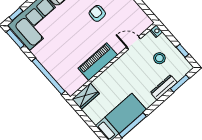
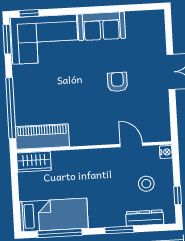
piano: (98, 62) -> (42, 137), moved
window: (180, 84) -> (119, 230), moved
dresser: (164, 87) -> (145, 218), moved

